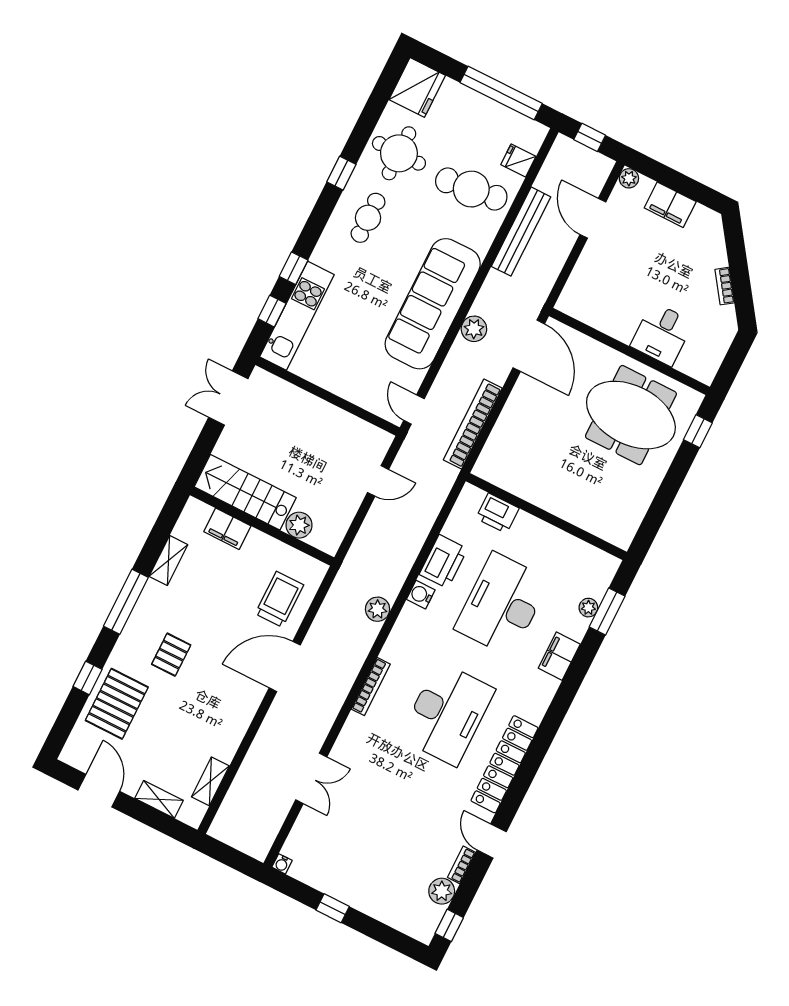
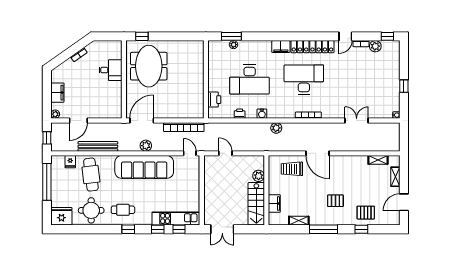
window: (341, 173) -> (128, 229), moved
door: (414, 409) -> (190, 153), swing flipped
printer: (443, 562) -> (240, 114), width x0.53, depth x0.68
filing cabinet: (559, 656) -> (281, 47), moved
pallet: (117, 704) -> (366, 213), width x0.67, depth x0.71

